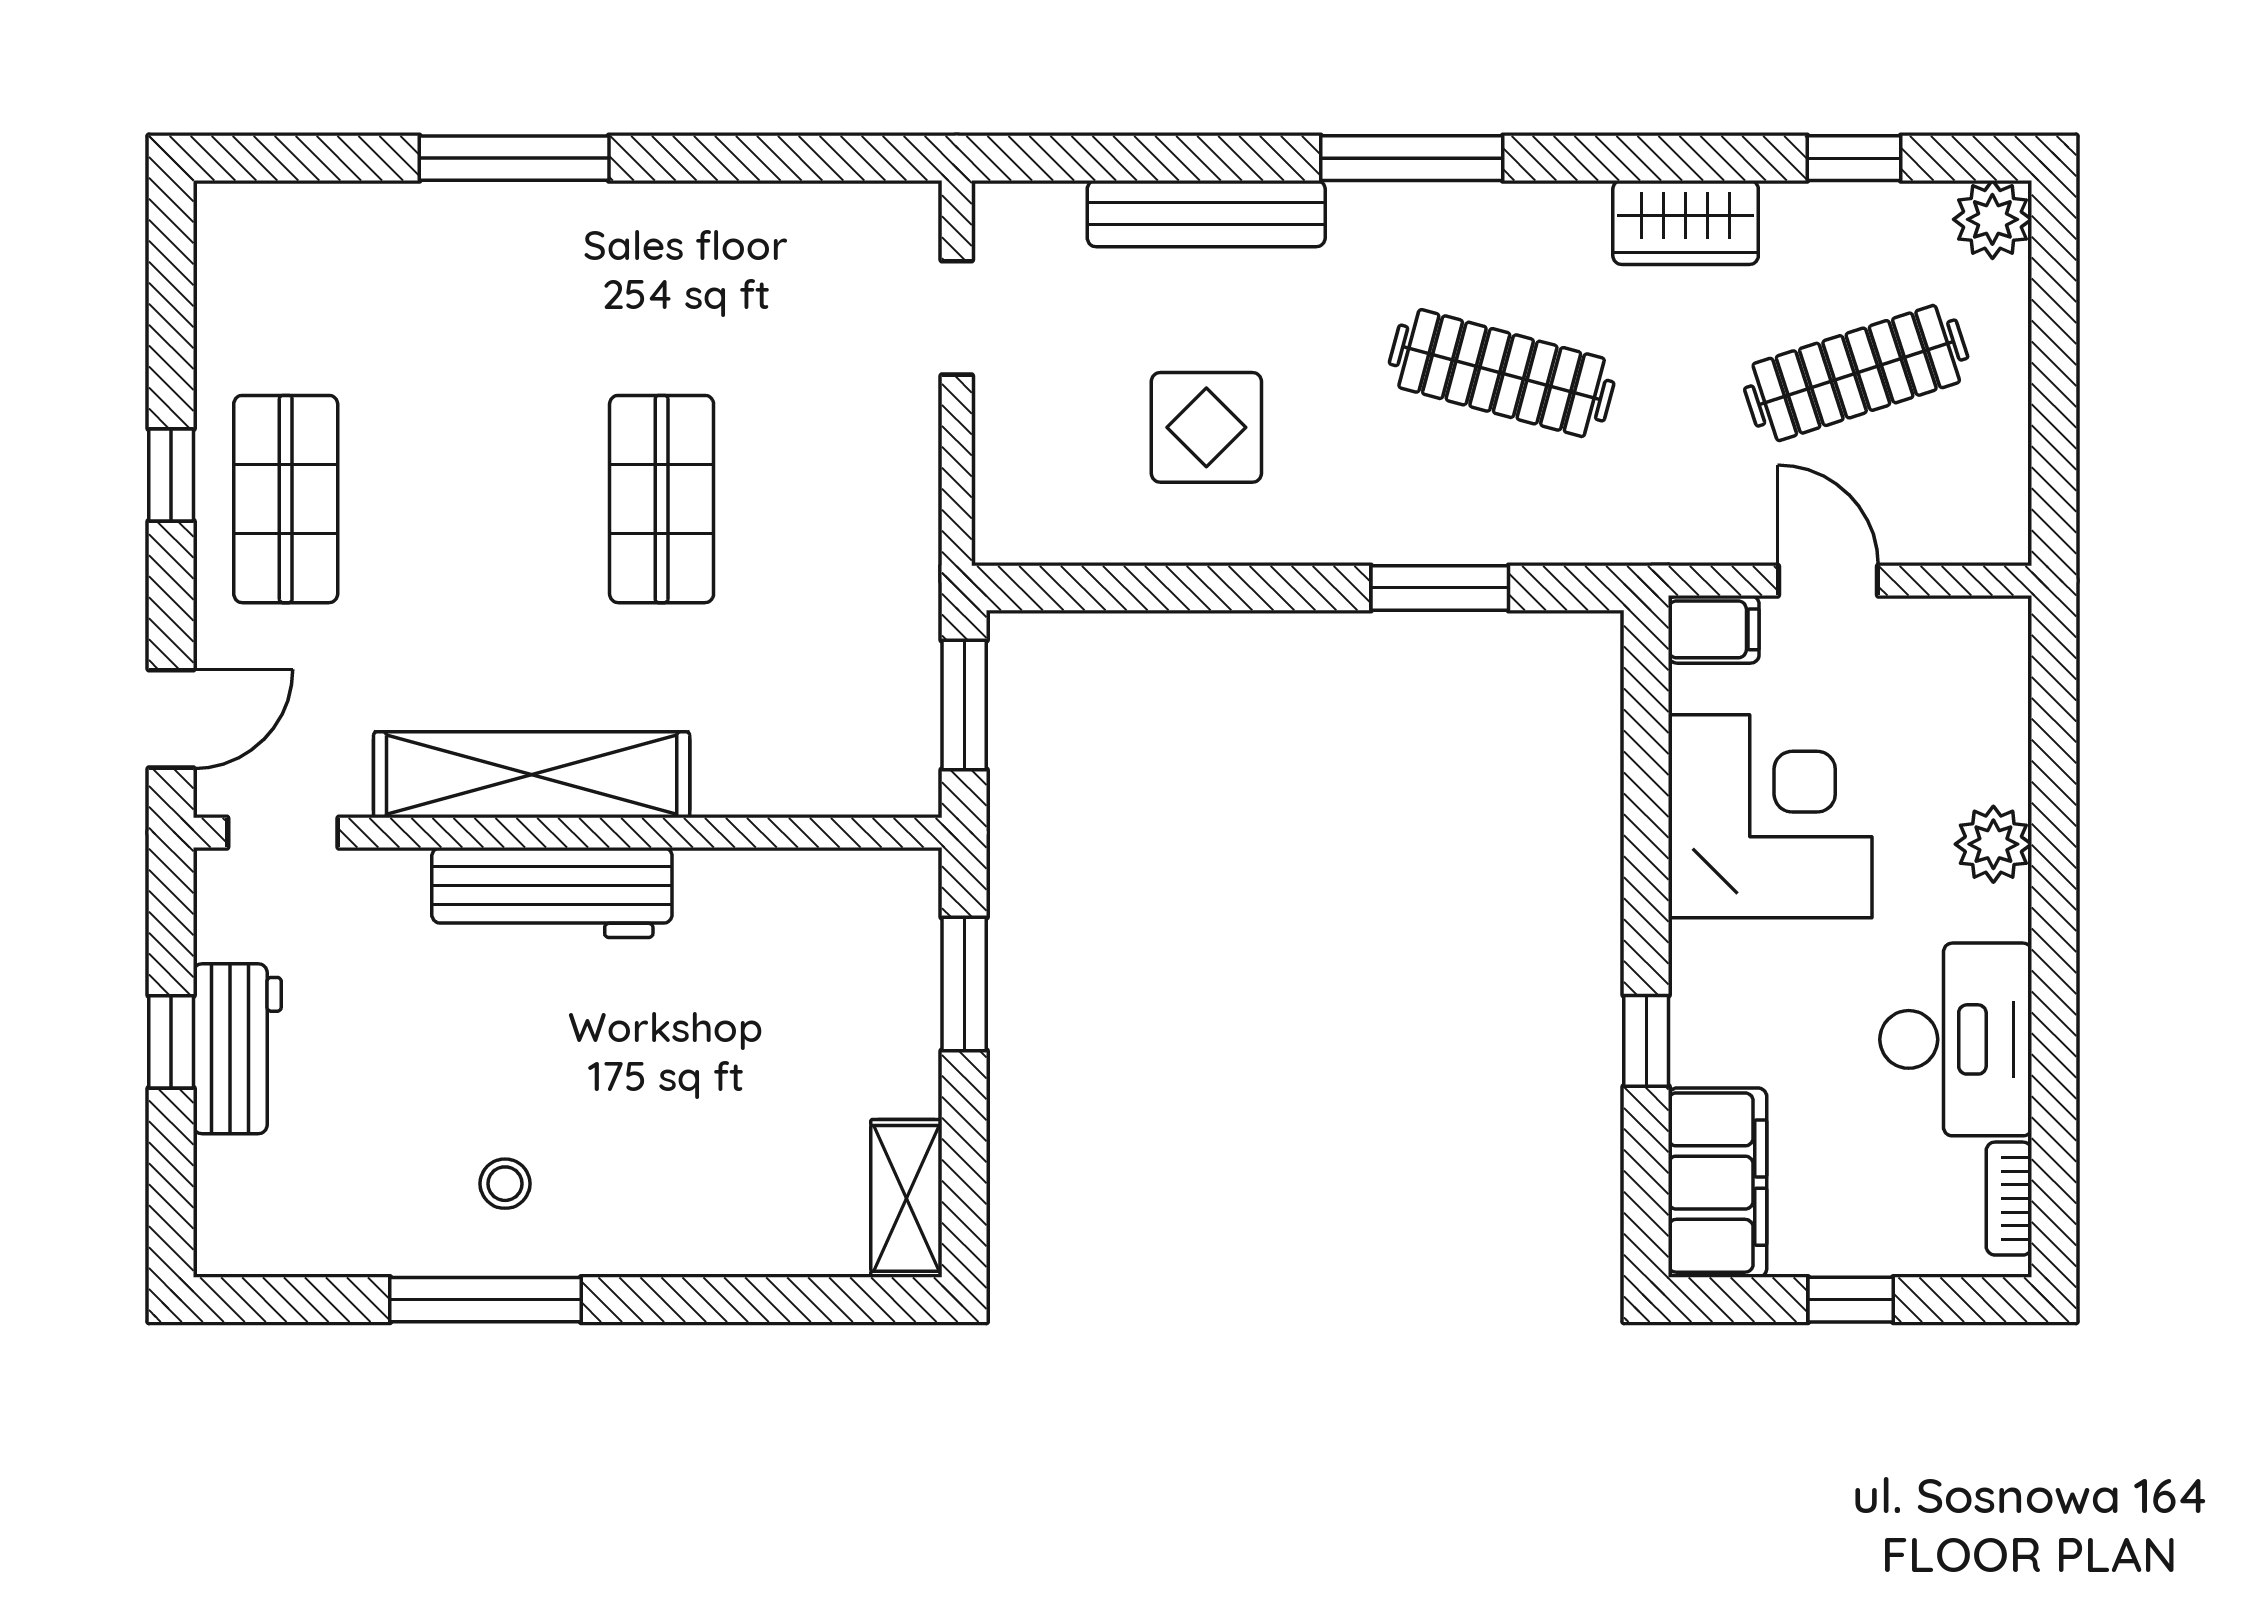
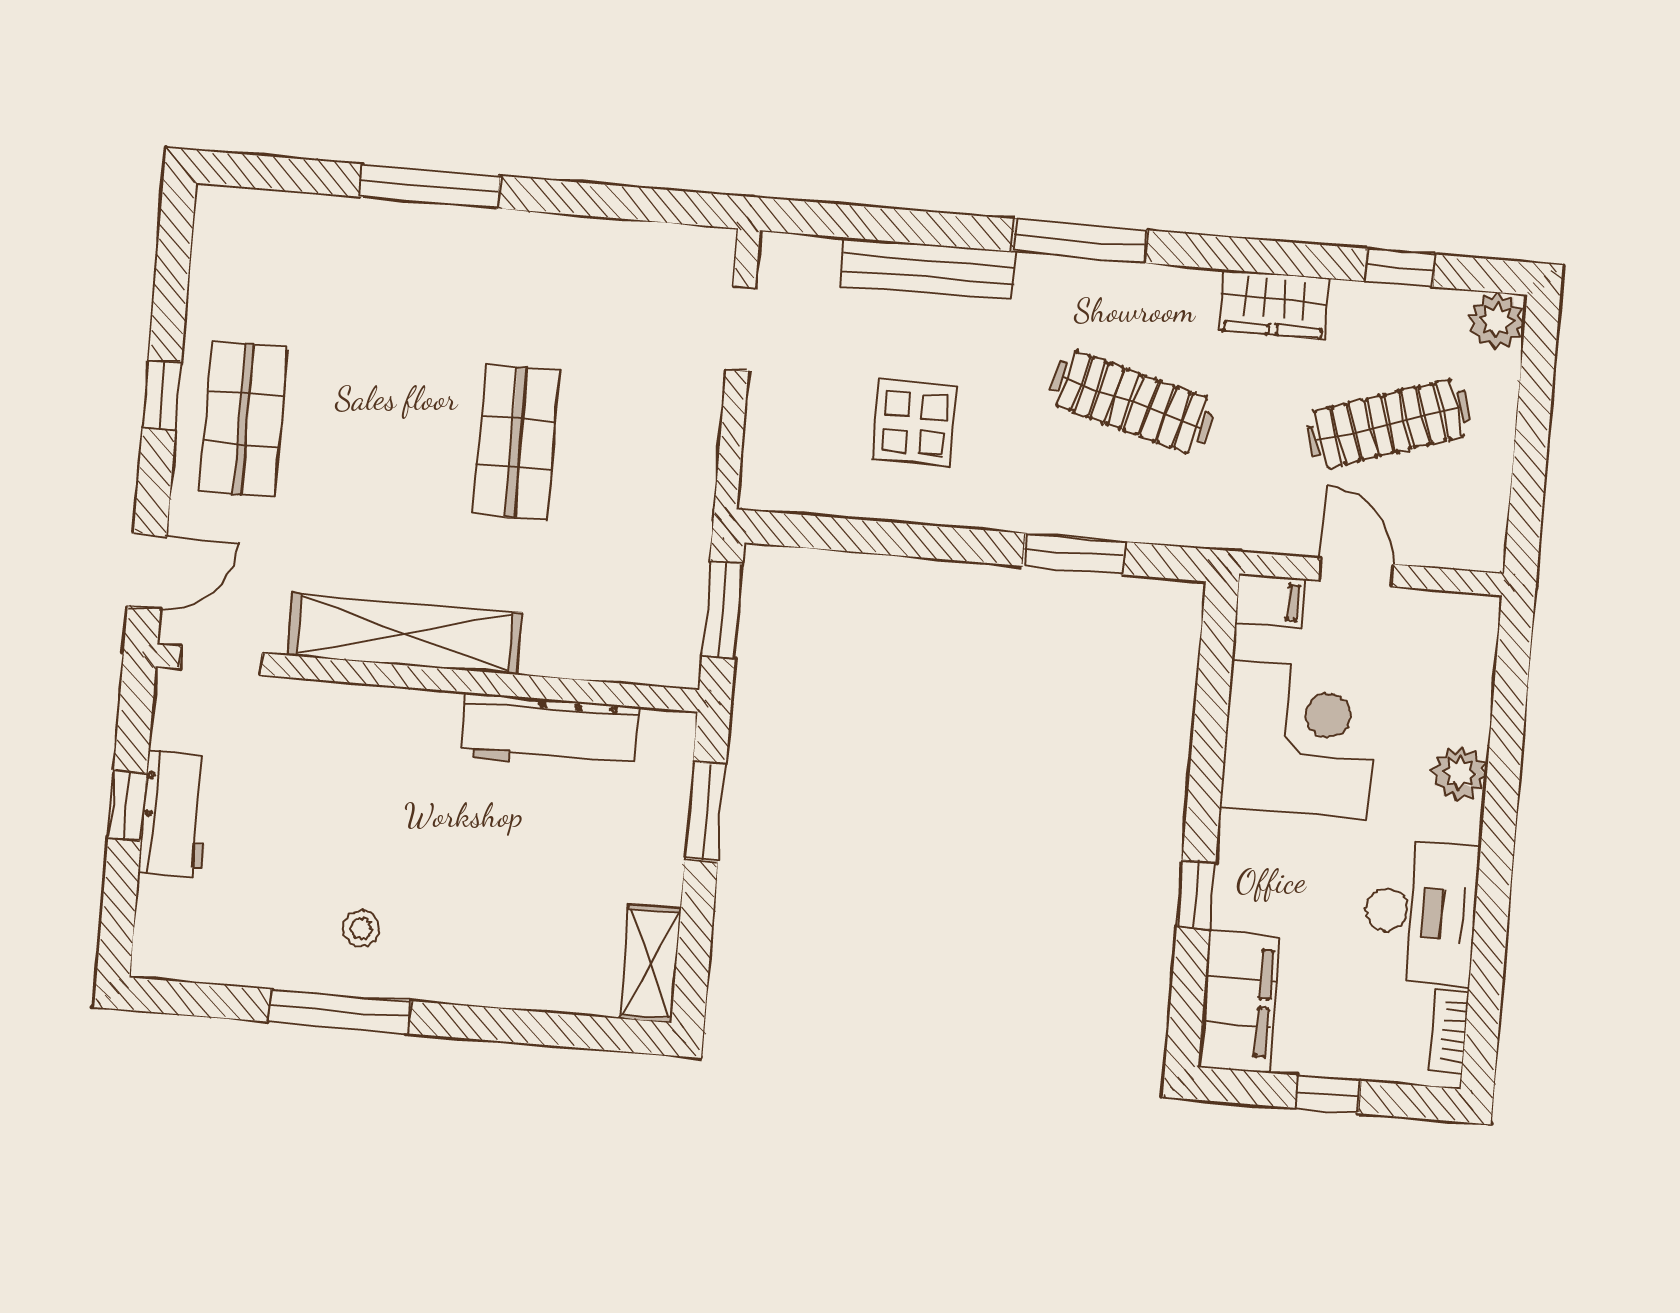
workbench: (552, 893) -> (550, 732), moved

